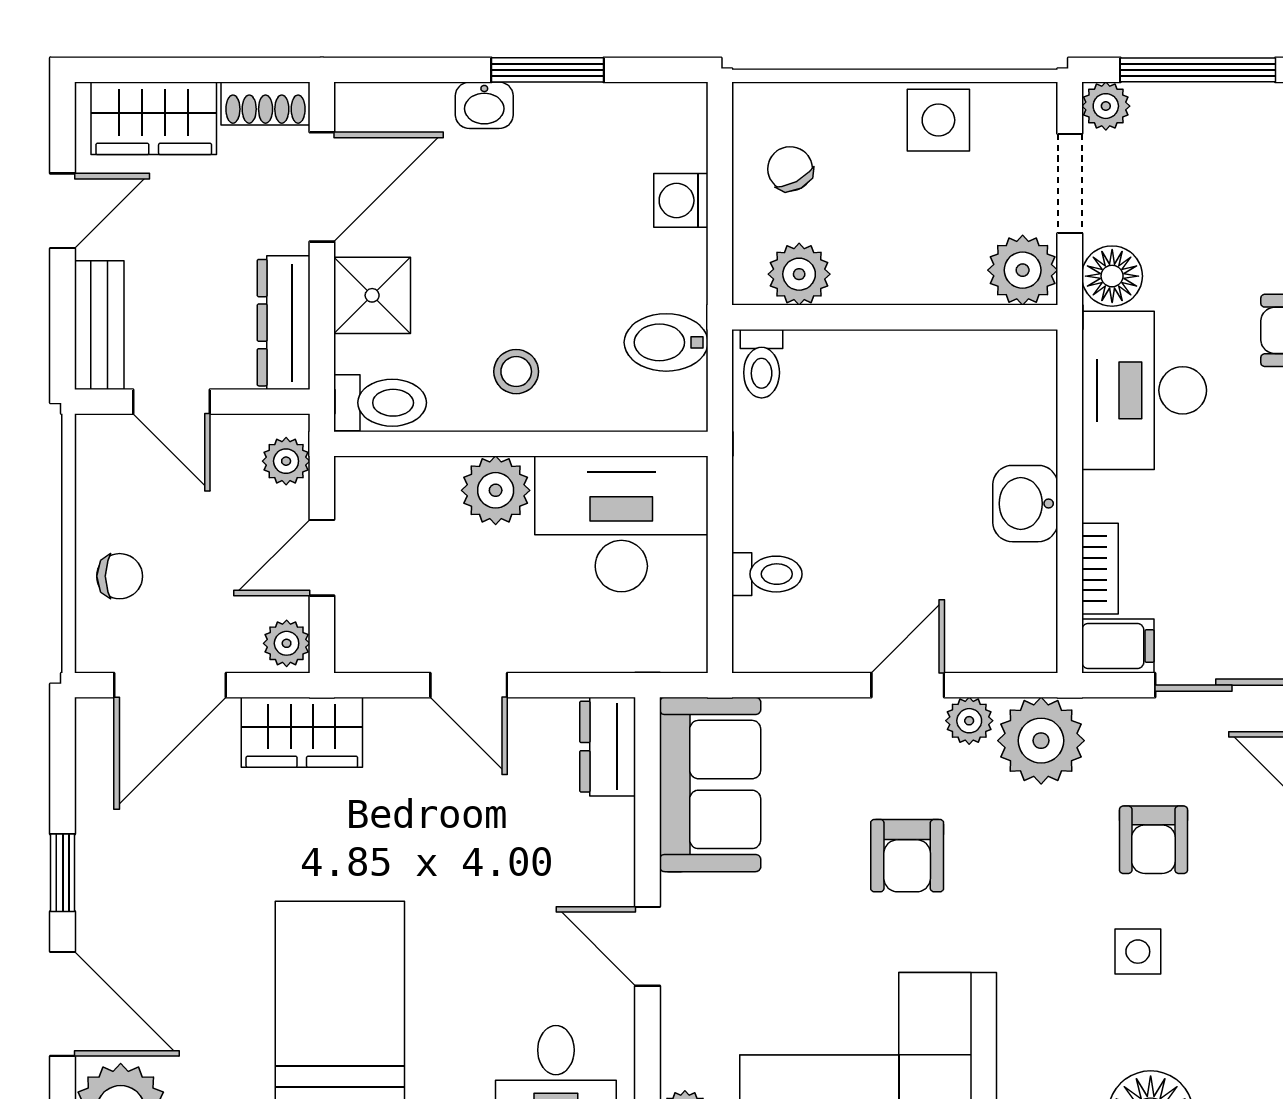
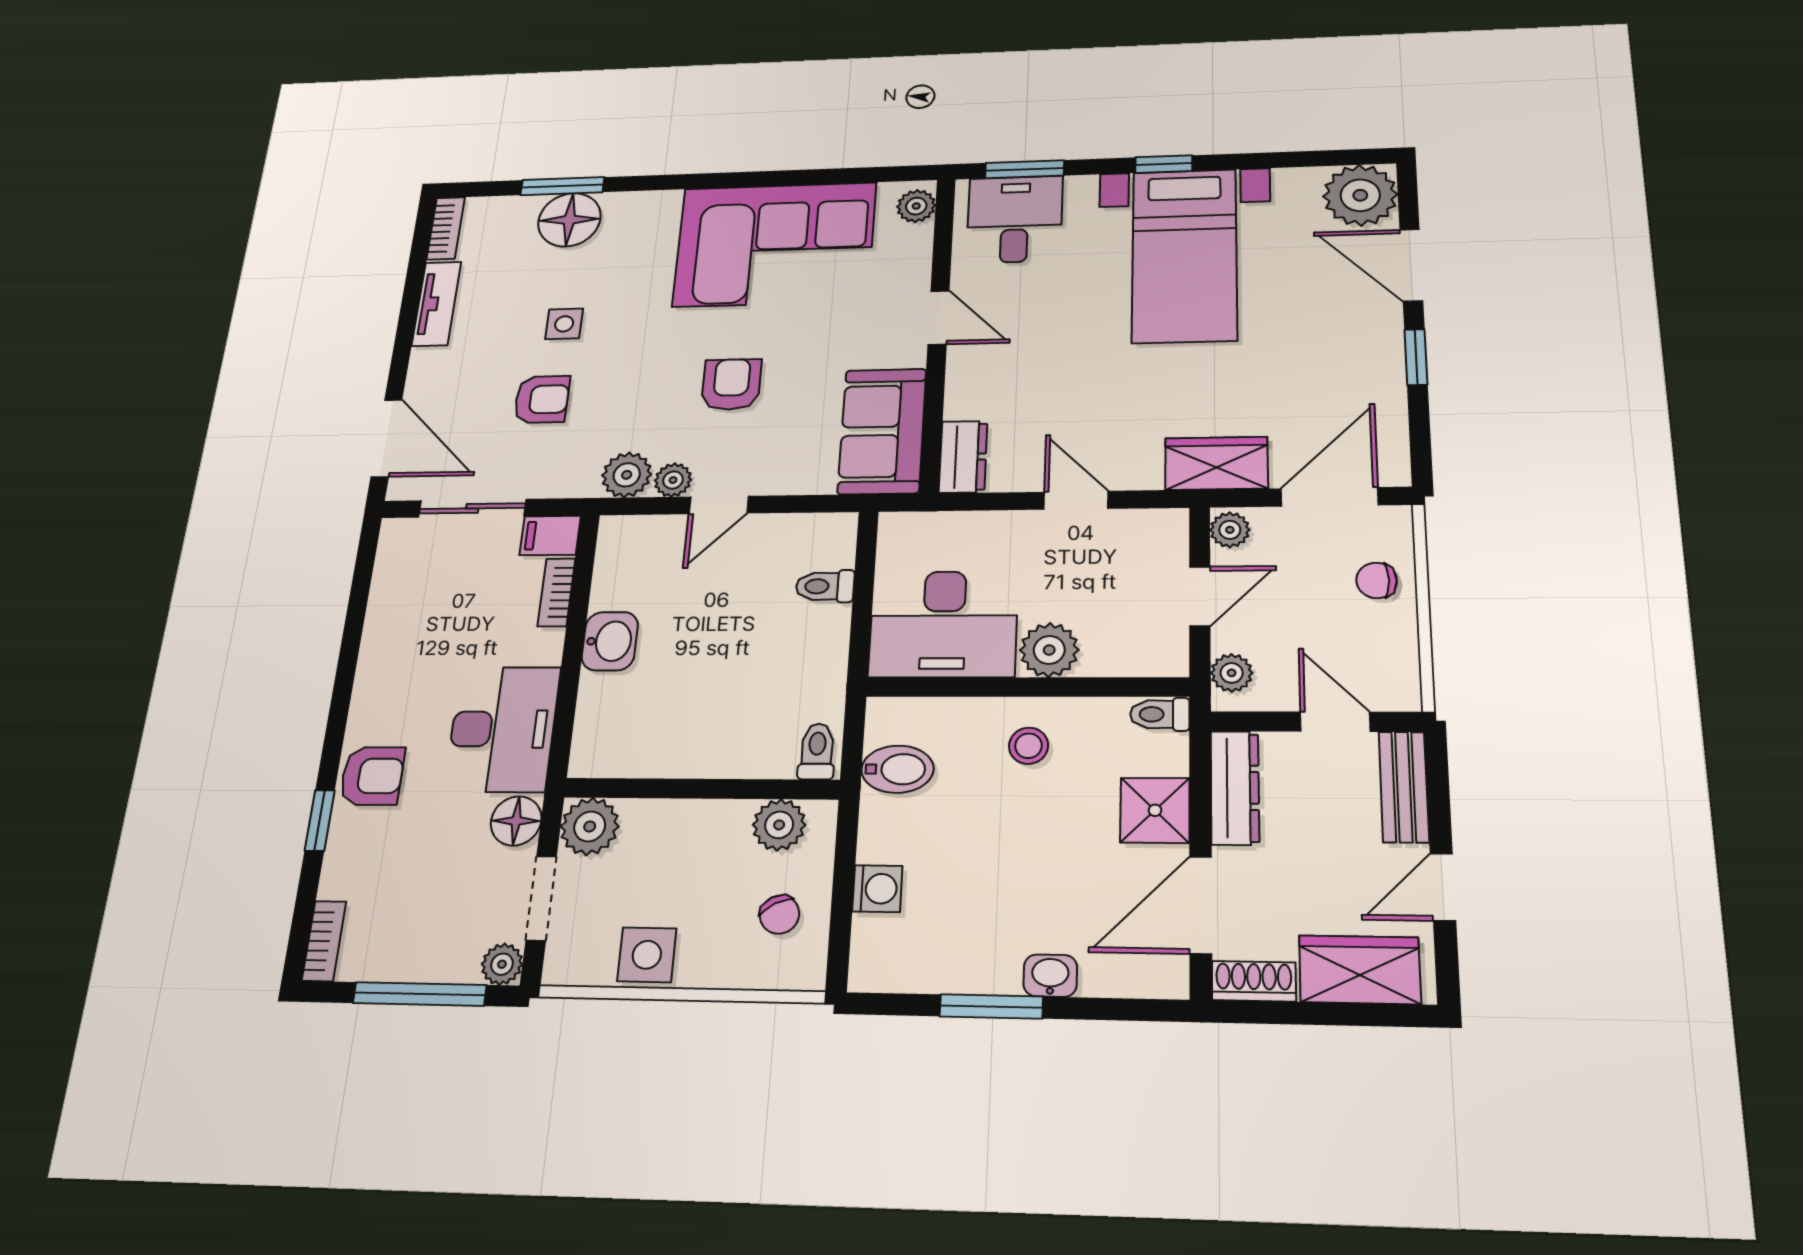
toilet: (380, 403) -> (1160, 714), width x0.73, depth x0.72
plant: (1041, 741) -> (627, 475), width x0.73, depth x0.73
armchair: (1153, 840) -> (542, 399), turned 90

